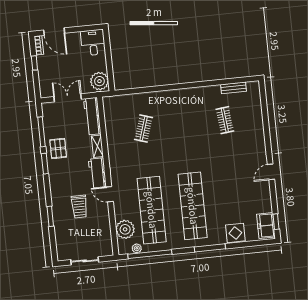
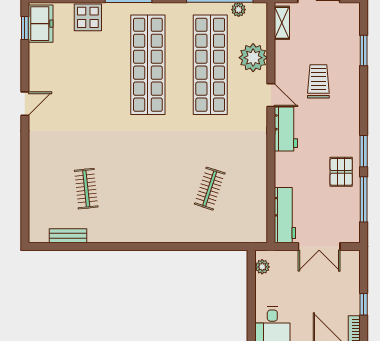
plant: (99, 81) -> (262, 267), width x0.53, depth x0.53
shelving: (97, 146) -> (282, 23), moved
window: (50, 216) -> (364, 50), moved
plant: (125, 229) -> (253, 58), moved

